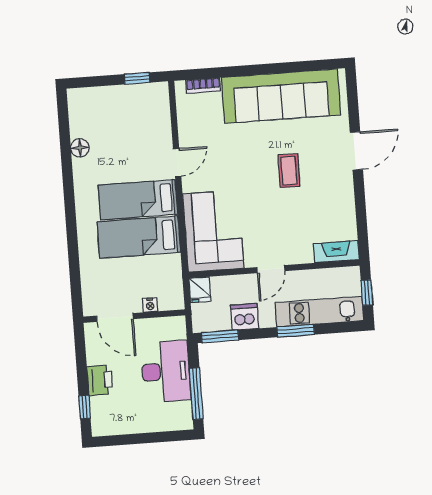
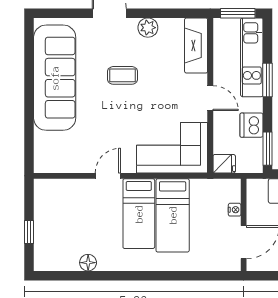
window: (137, 78) -> (29, 232), moved
bookcase: (203, 85) -> (40, 147), removed
door: (177, 163) -> (108, 176), hinge flipped
plant: (344, 195) -> (148, 28), added
fireplace: (336, 252) -> (196, 45), width x1.37, depth x1.32
window: (367, 293) -> (238, 13), width x1.50

